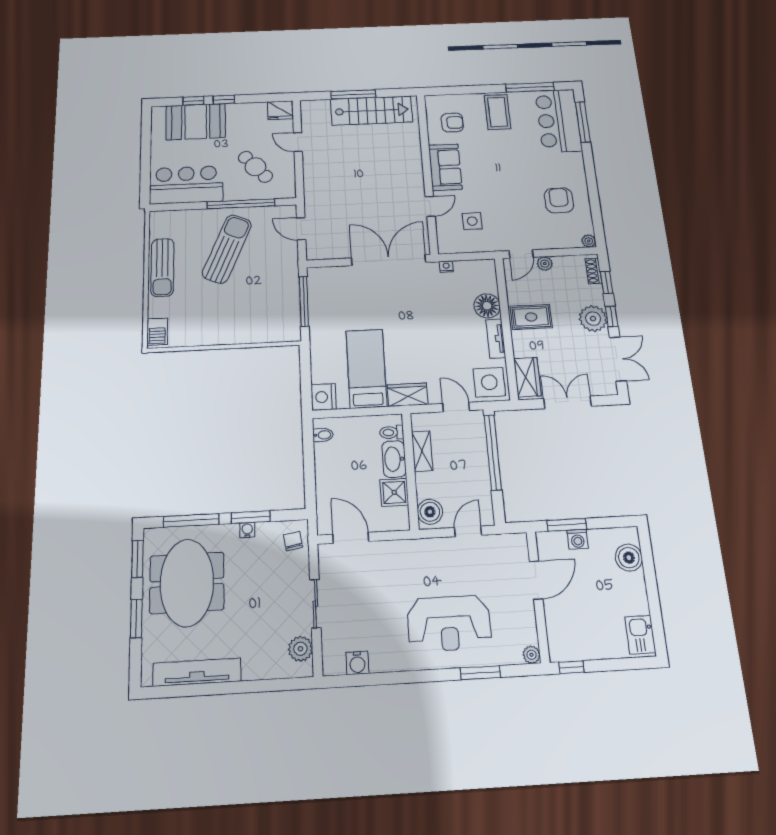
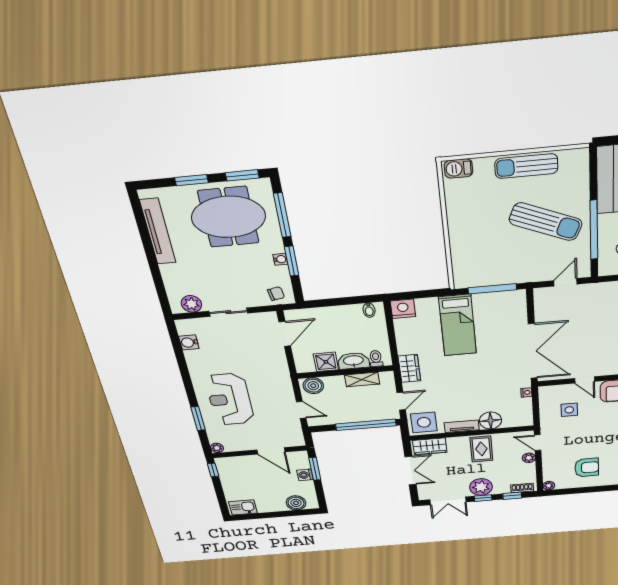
bed: (366, 368) -> (458, 325), moved, turned 90

